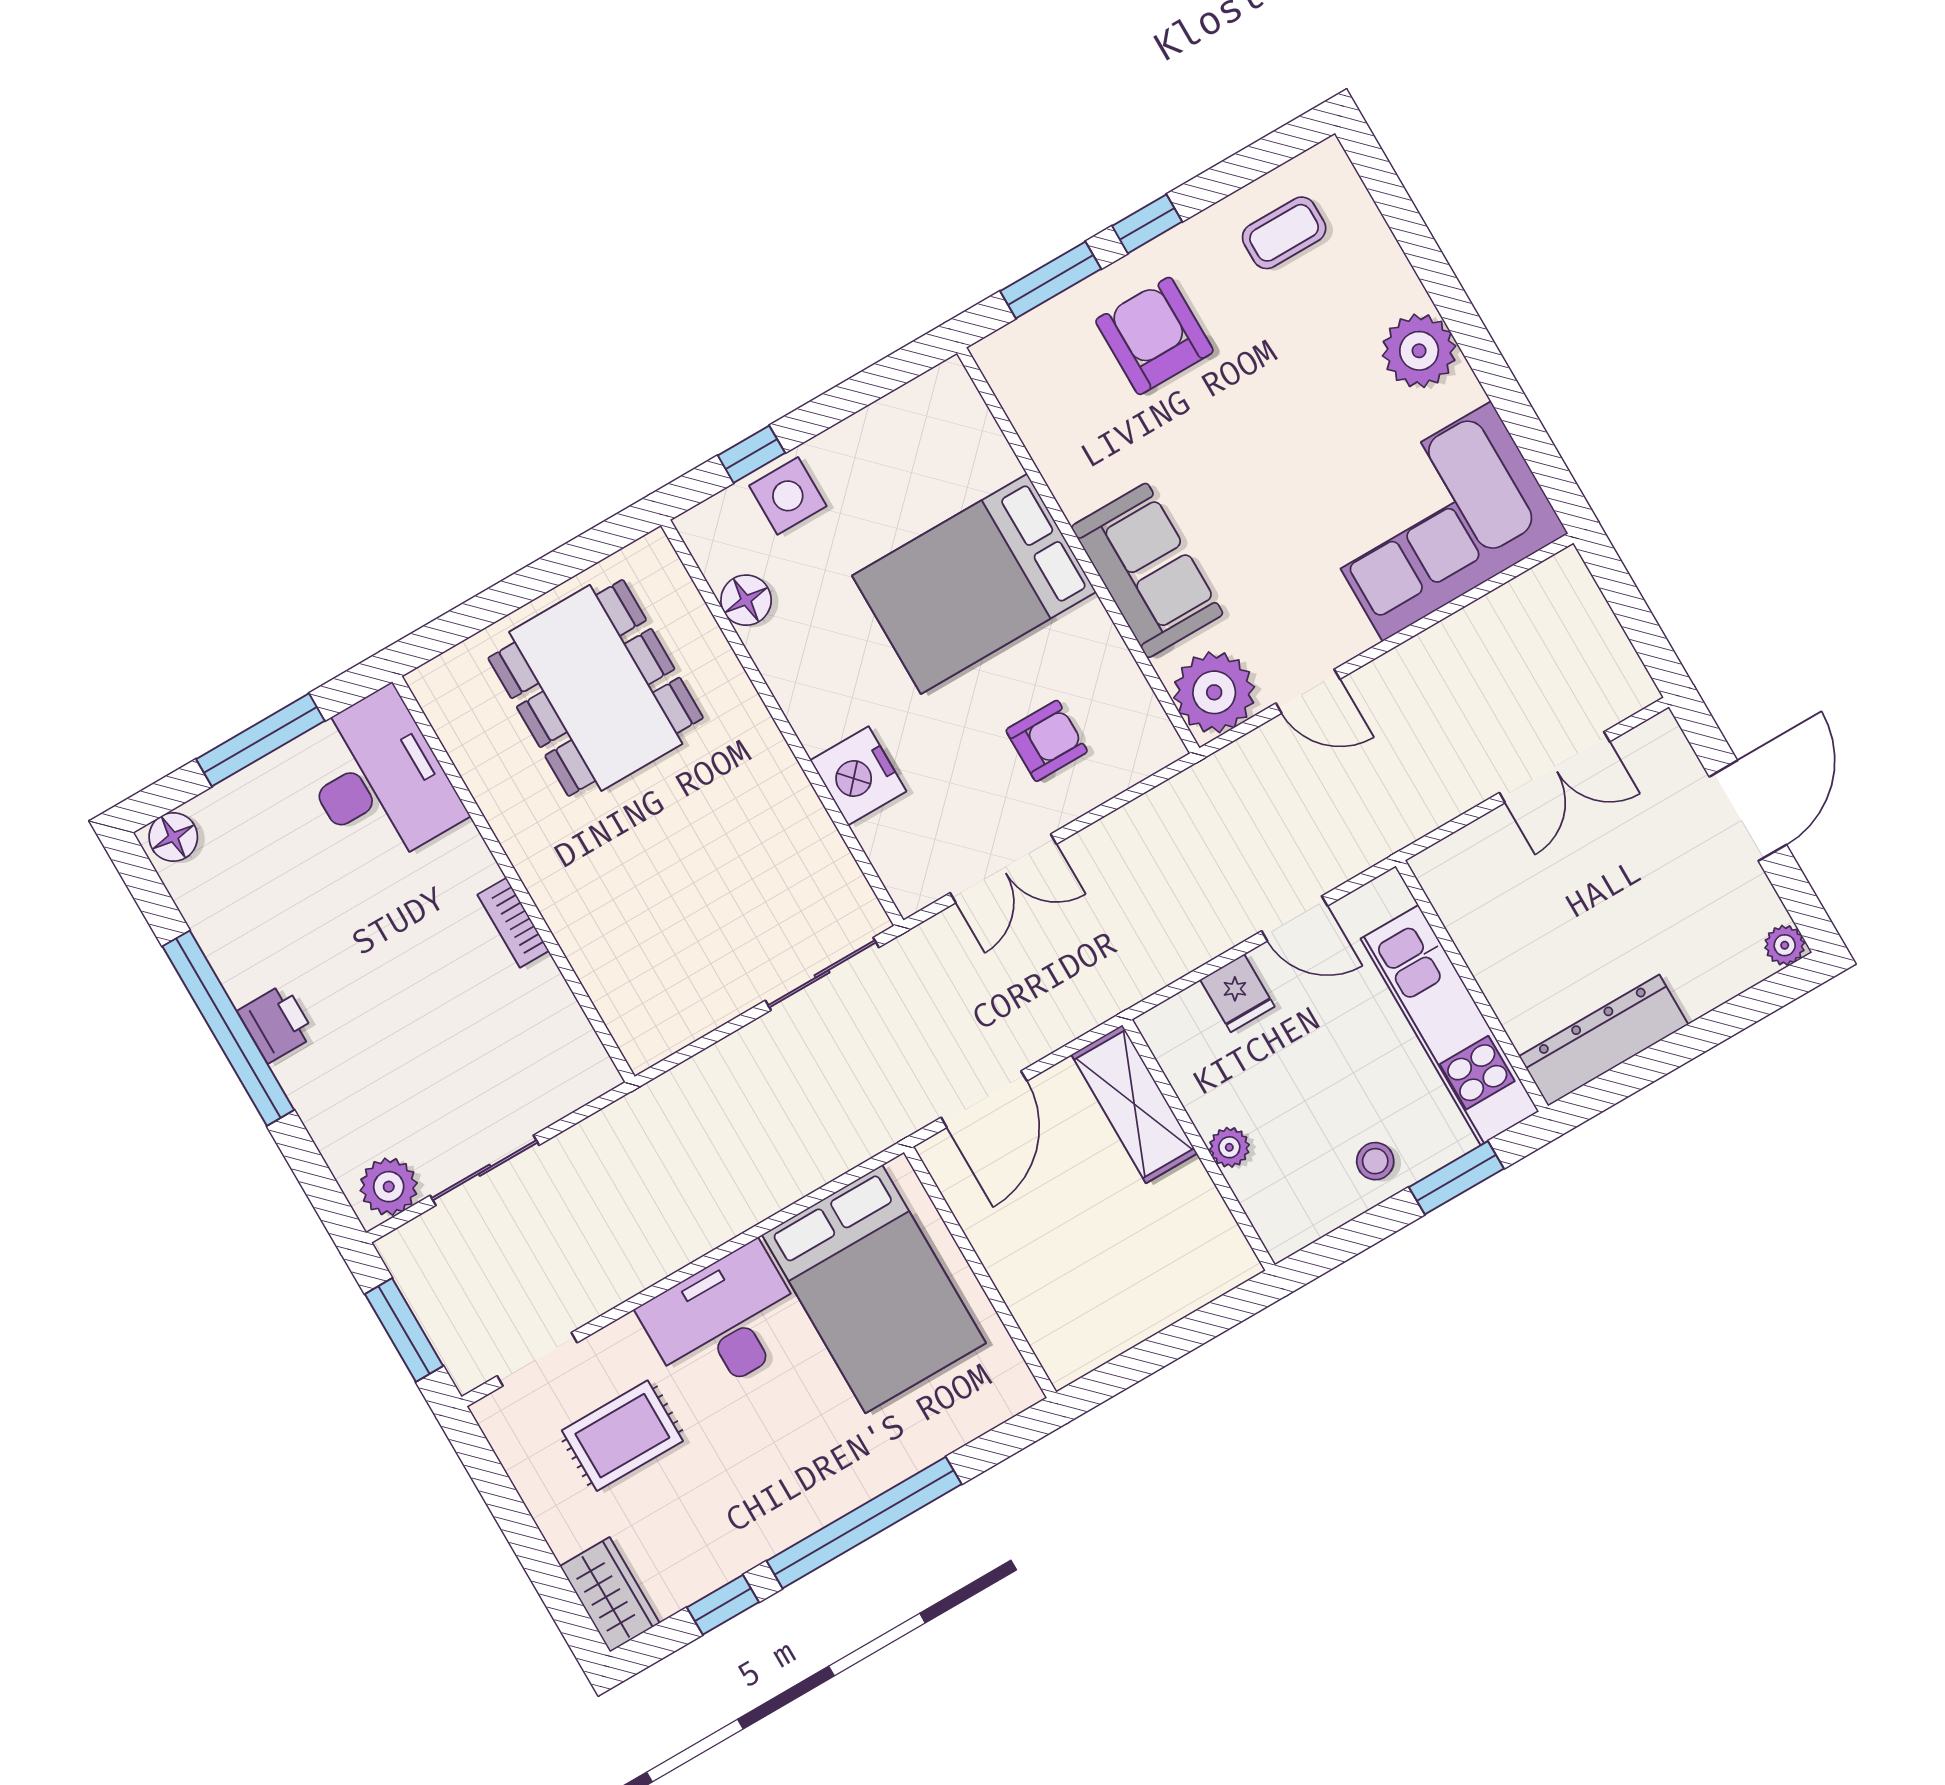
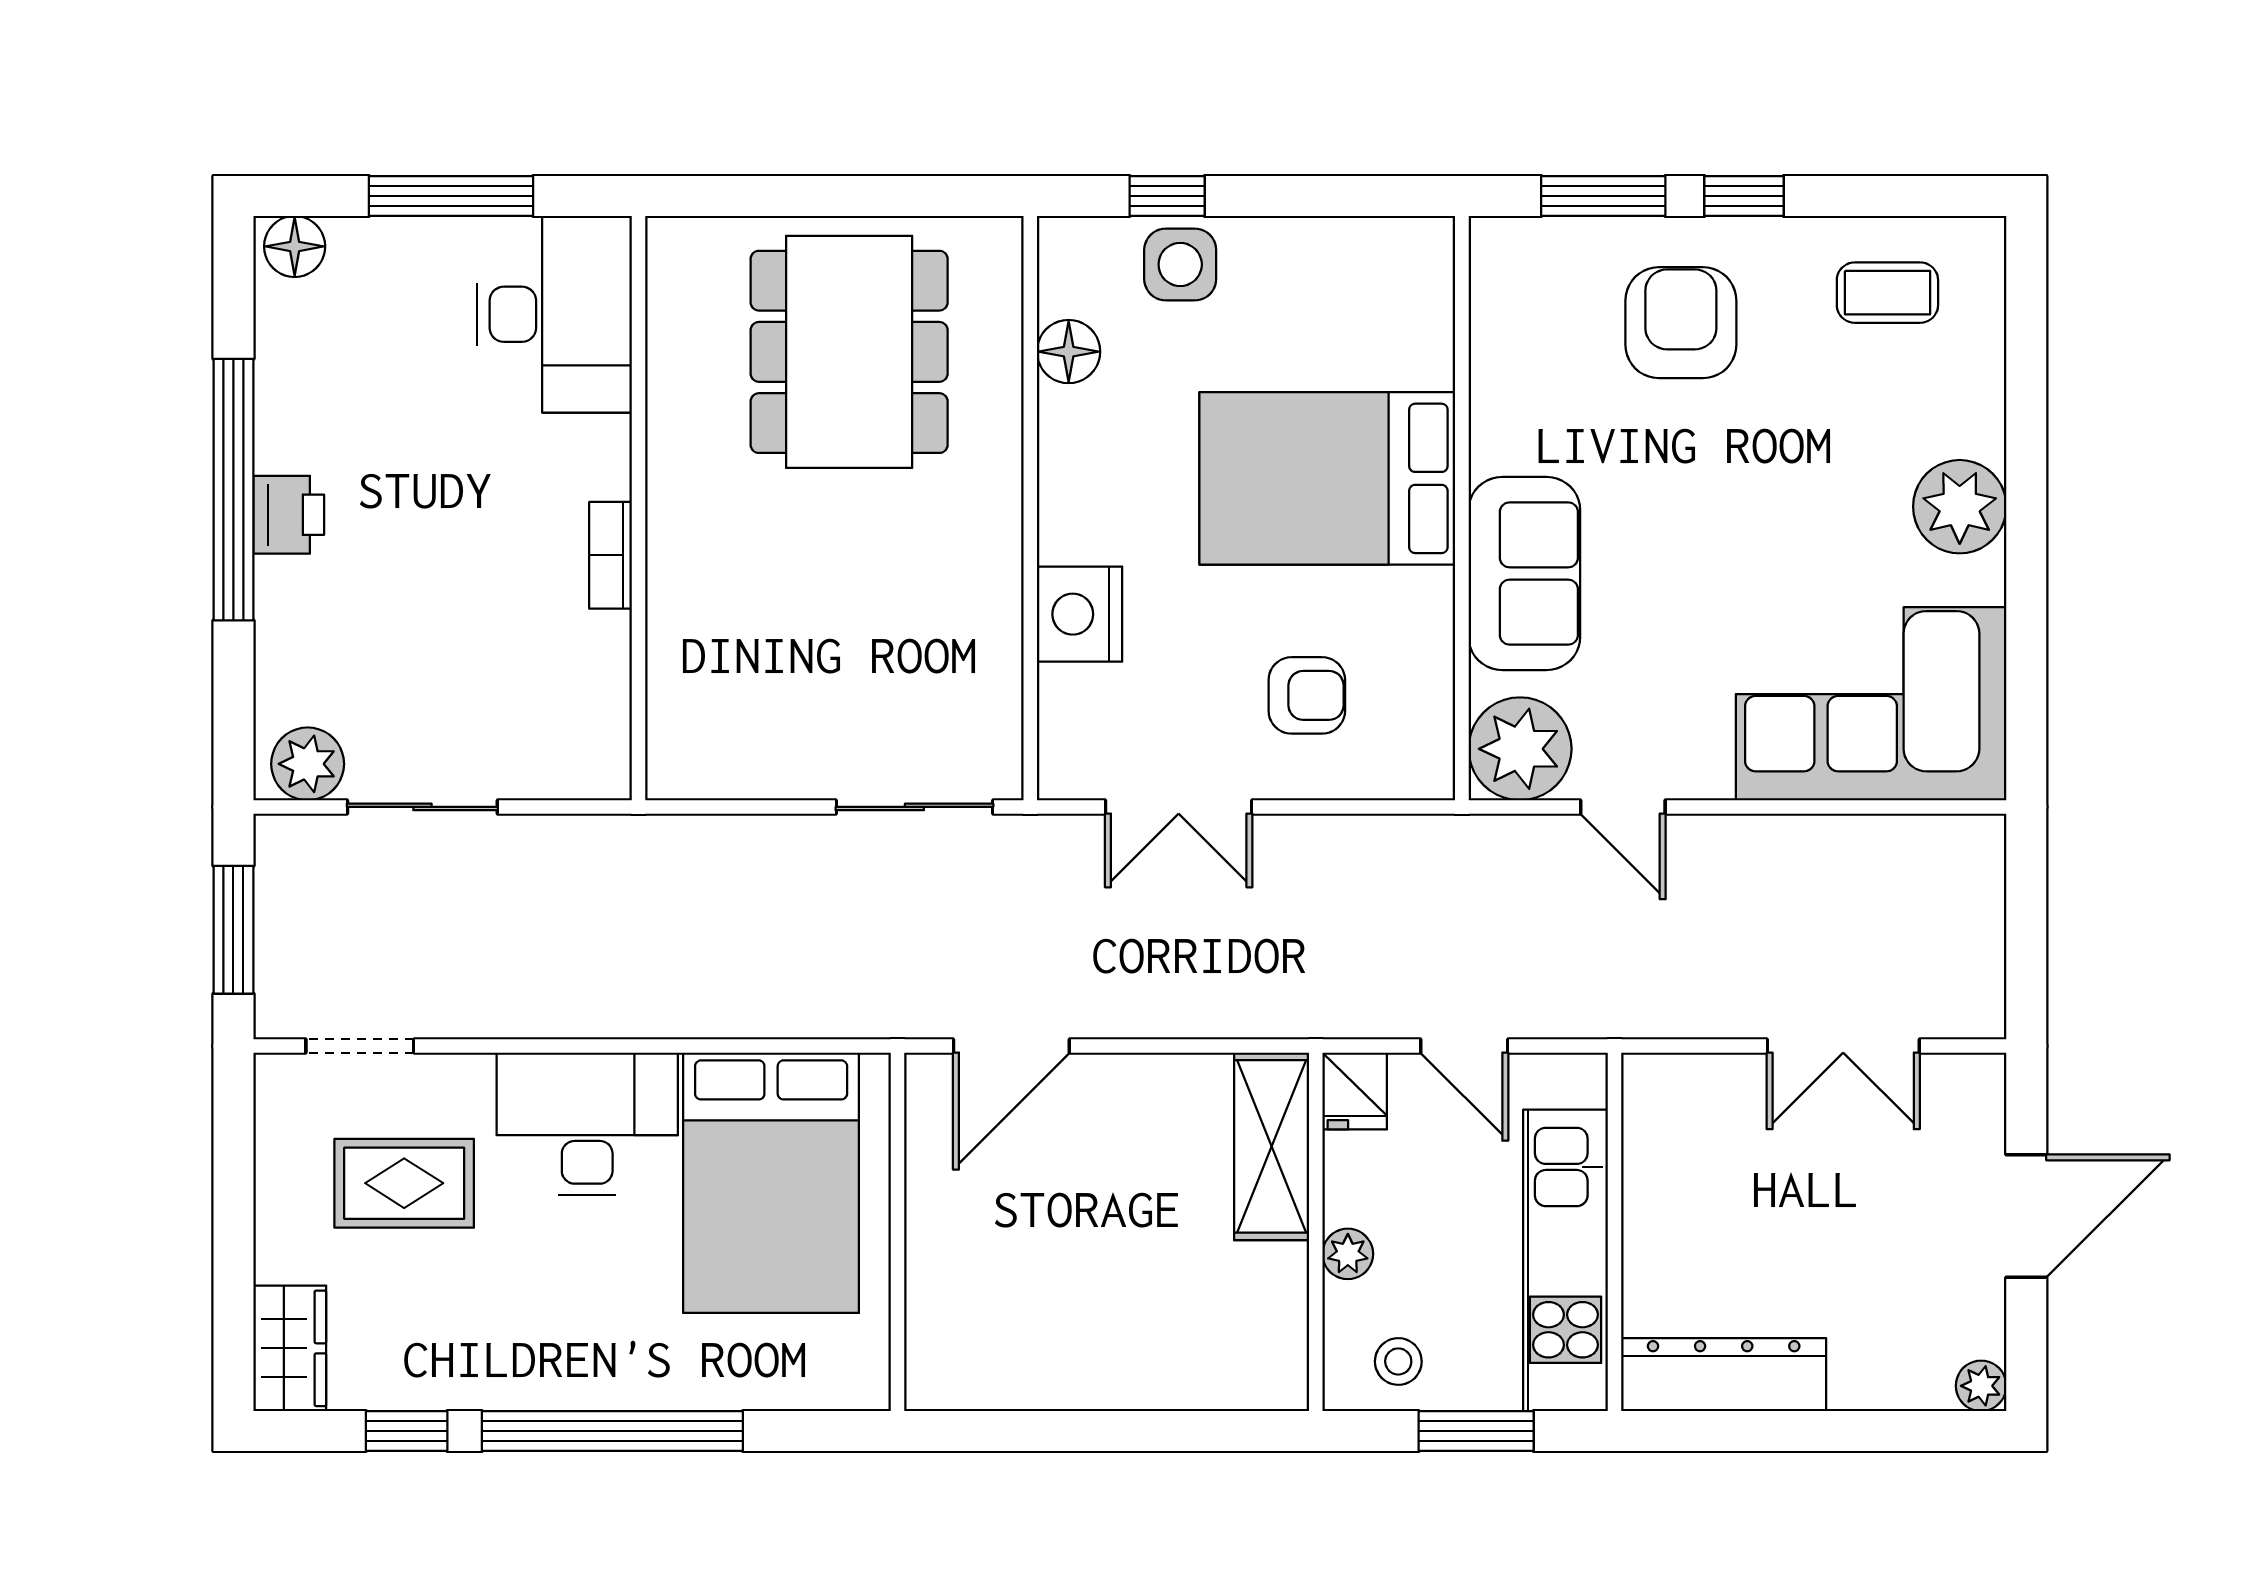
shelving: (1134, 1104) -> (1272, 1146), moved
wall: (1199, 1145) -> (1316, 1232), moved
plant: (1229, 1147) -> (1348, 1254), moved

